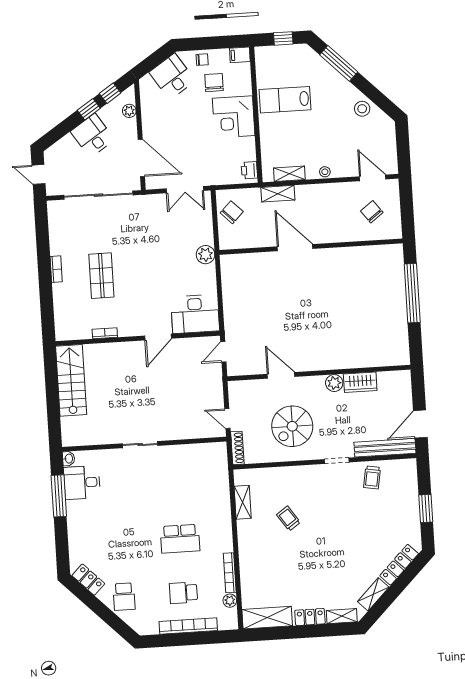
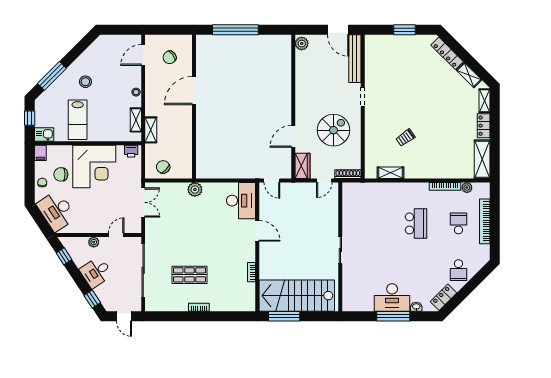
kitchen sink: (264, 58) -> (44, 134), added
desk: (172, 76) -> (57, 211), width x1.37
window: (89, 109) -> (92, 299), moved
stool: (362, 109) -> (85, 82), moved
plant: (129, 111) -> (94, 242), moved
corner desk: (234, 117) -> (94, 166), width x1.36, depth x1.36
door: (141, 158) -> (116, 235), width x0.53
door: (39, 174) -> (124, 316), hinge flipped
door: (295, 248) -> (194, 91), moved
shop shelf: (101, 276) -> (189, 275), moved
window: (51, 378) -> (284, 316), added
stairs: (71, 380) -> (297, 296), width x1.36, depth x1.51
wardrobe: (360, 382) -> (302, 166), moved
plant: (334, 383) -> (302, 43), moved
spiral stairs: (292, 426) -> (334, 130), turned -90
washbasin: (69, 459) -> (416, 307), moved
trolley: (372, 477) -> (377, 70), removed
desk: (82, 483) -> (392, 297), moved, width x1.37
window: (59, 496) -> (393, 316), moved
school desk: (183, 593) -> (458, 223), turned 180
school desk: (124, 597) -> (458, 270), turned 90

